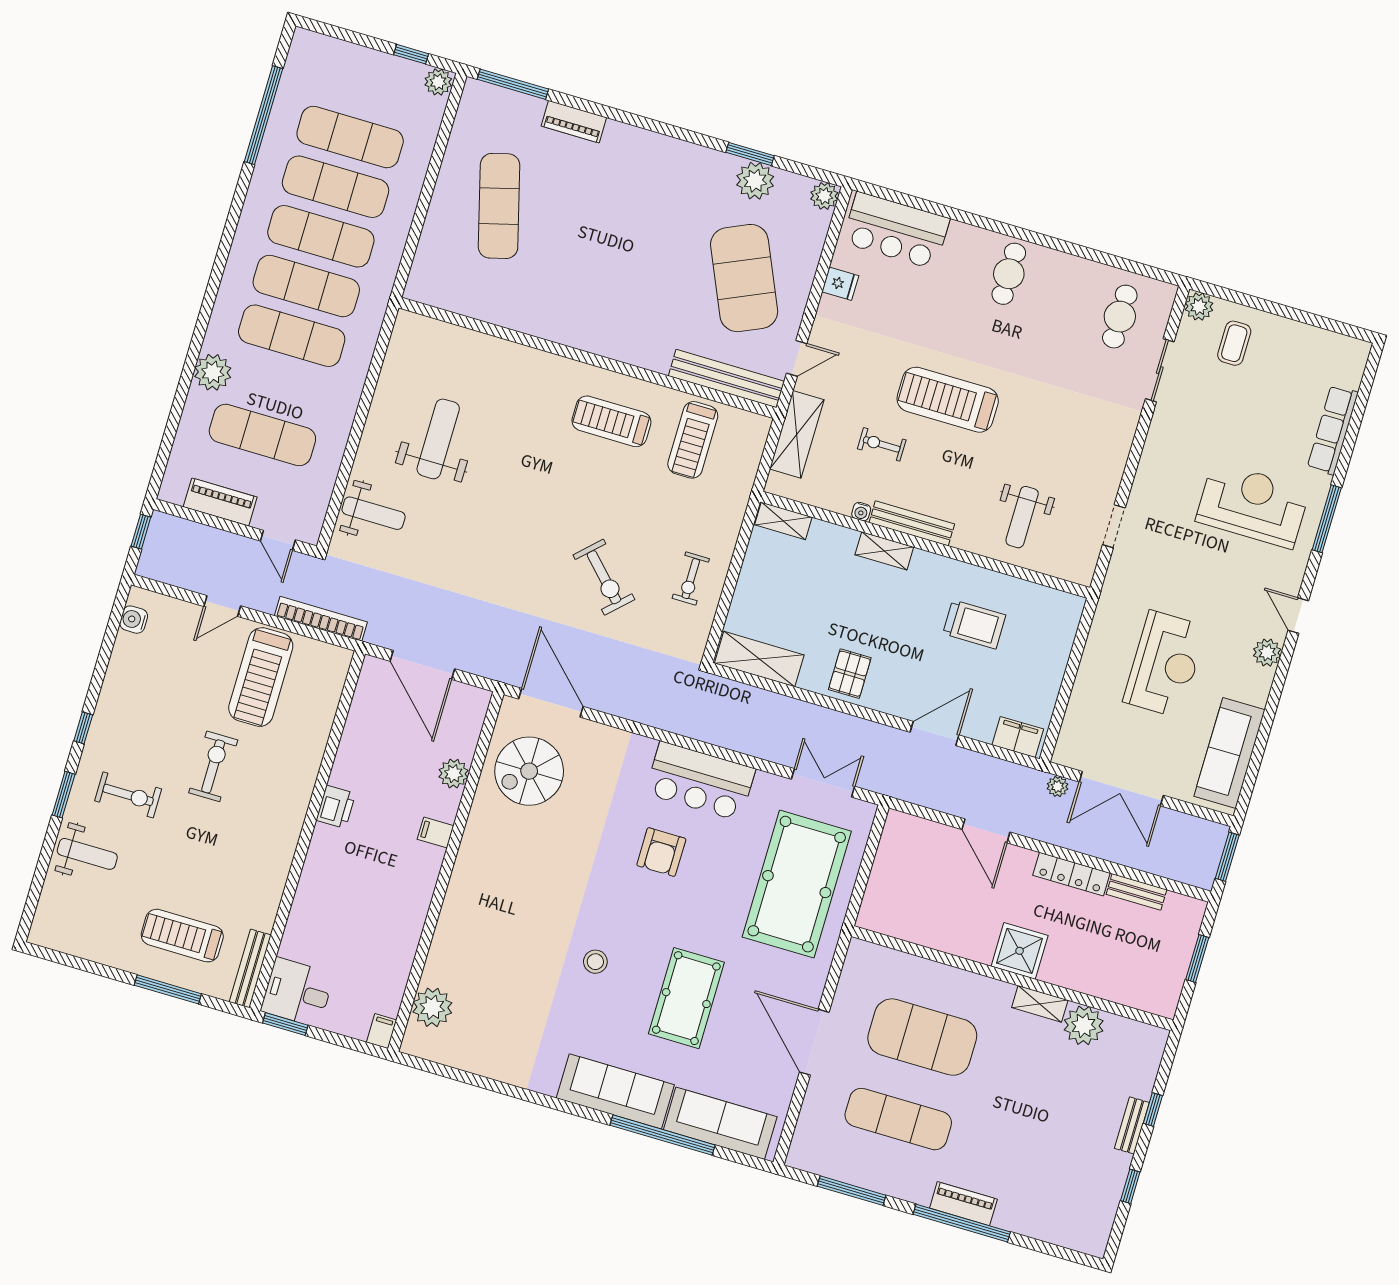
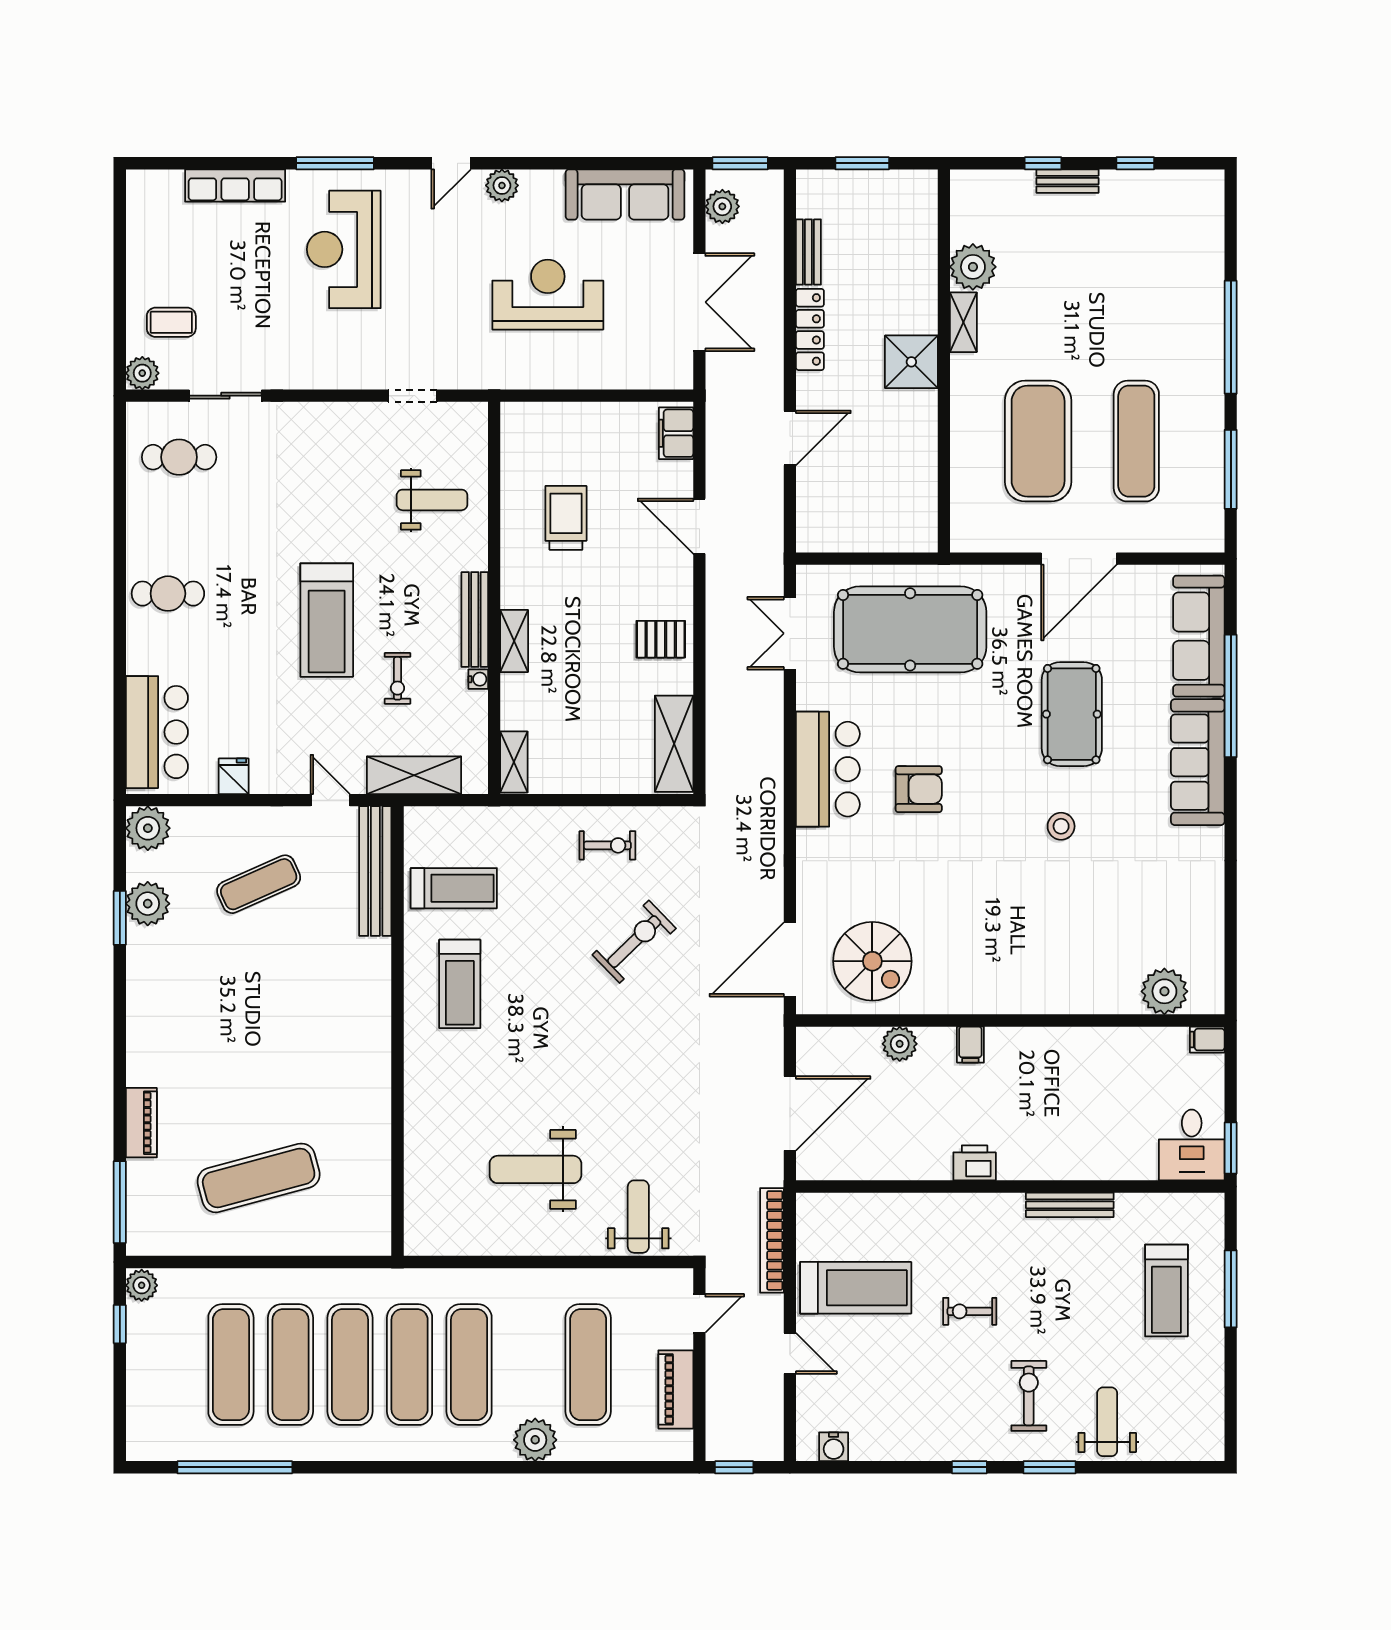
plant: (824, 196) -> (148, 828), width x1.36, depth x1.36
exercise mat: (744, 278) -> (259, 884), width x0.50, depth x0.69
exercise bike: (213, 766) -> (970, 1311), width x0.73, depth x0.72
plant: (1058, 786) -> (722, 206), moved, width x1.38, depth x1.38
bench: (250, 969) -> (1070, 1205), moved
pool table: (686, 998) -> (1072, 714), turned 90
piano: (963, 1204) -> (1208, 342), removed

